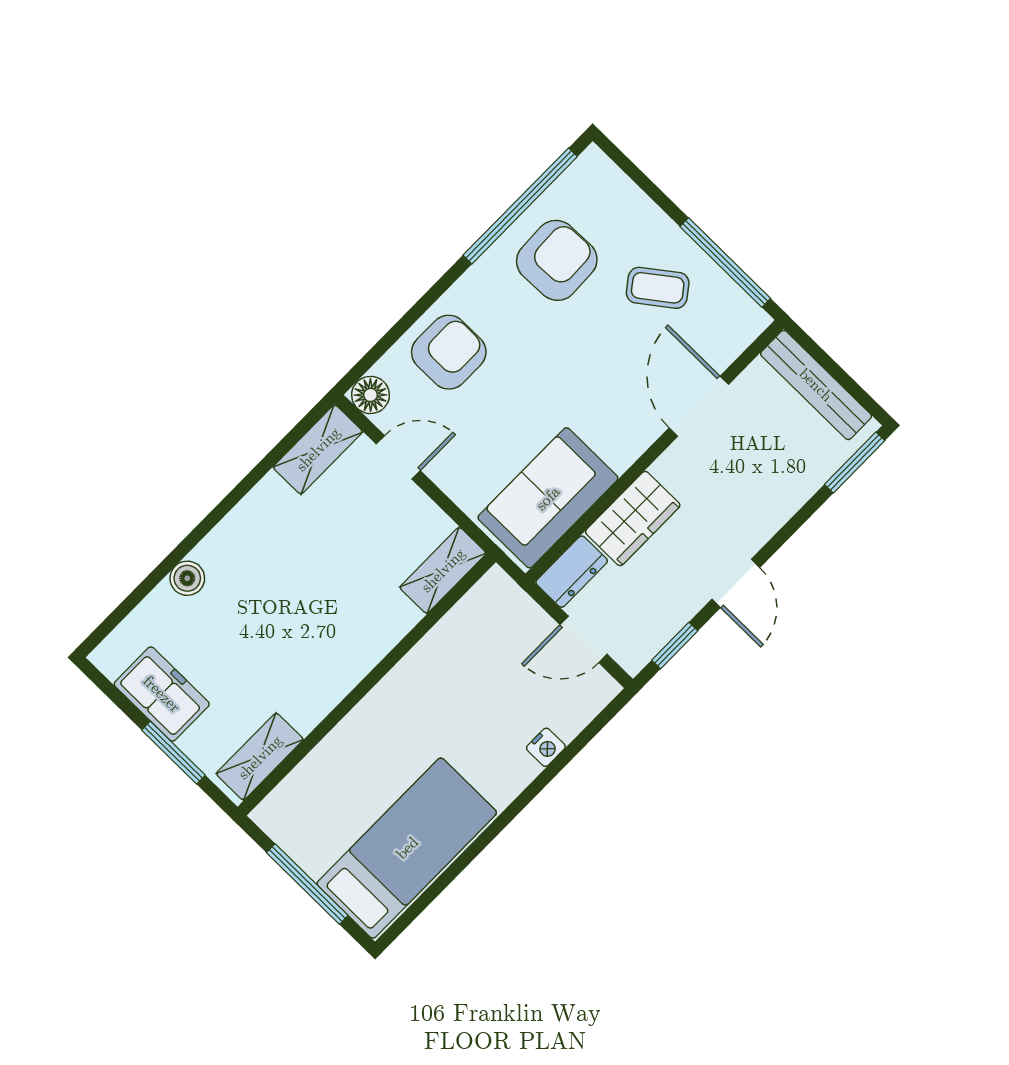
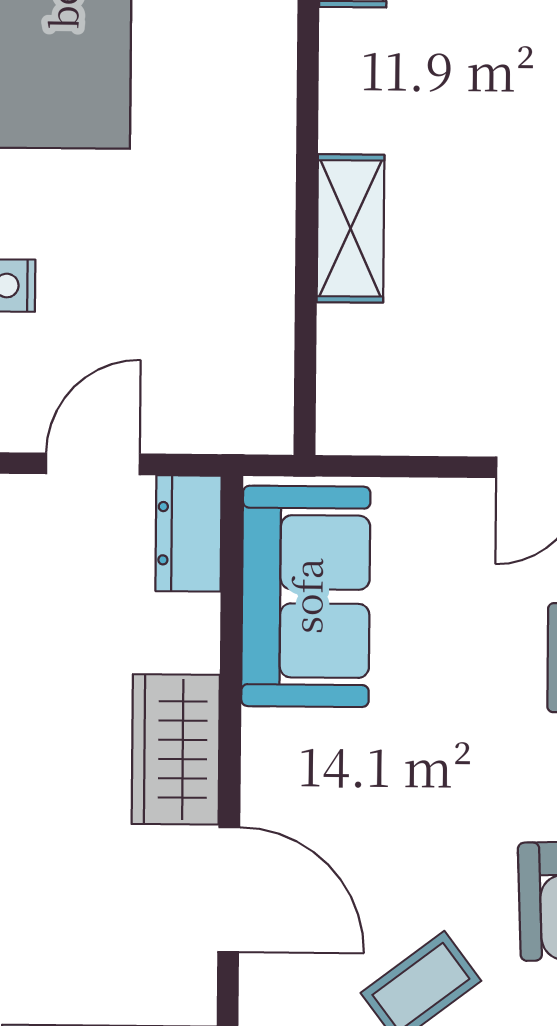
wardrobe: (633, 519) -> (176, 749), moved
shelving: (443, 570) -> (350, 228), moved

